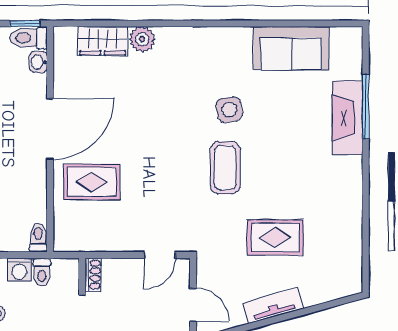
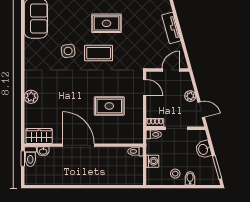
wardrobe: (103, 41) -> (39, 136), moved, turned -90
rug: (92, 182) -> (109, 106), moved, turned 90
rug: (275, 237) -> (106, 23), moved, turned 90
toilet: (42, 272) -> (154, 134), moved

